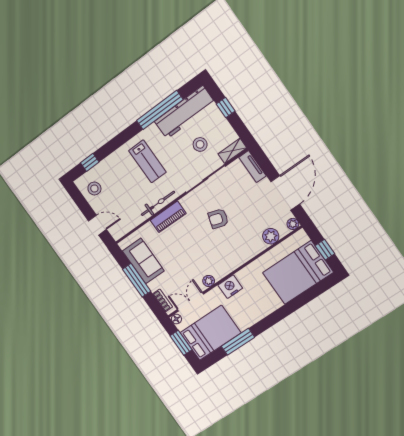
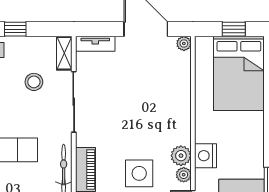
armchair: (218, 219) -> (124, 118), removed
plant: (271, 236) -> (181, 156), moved
side table: (190, 252) -> (139, 173), added

